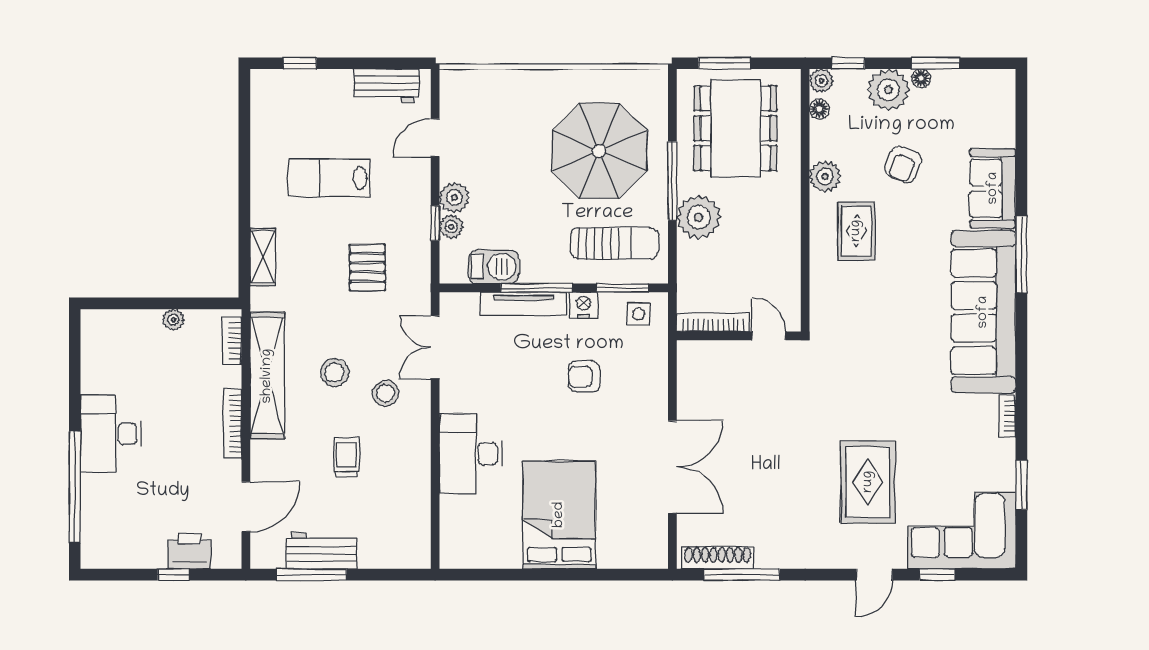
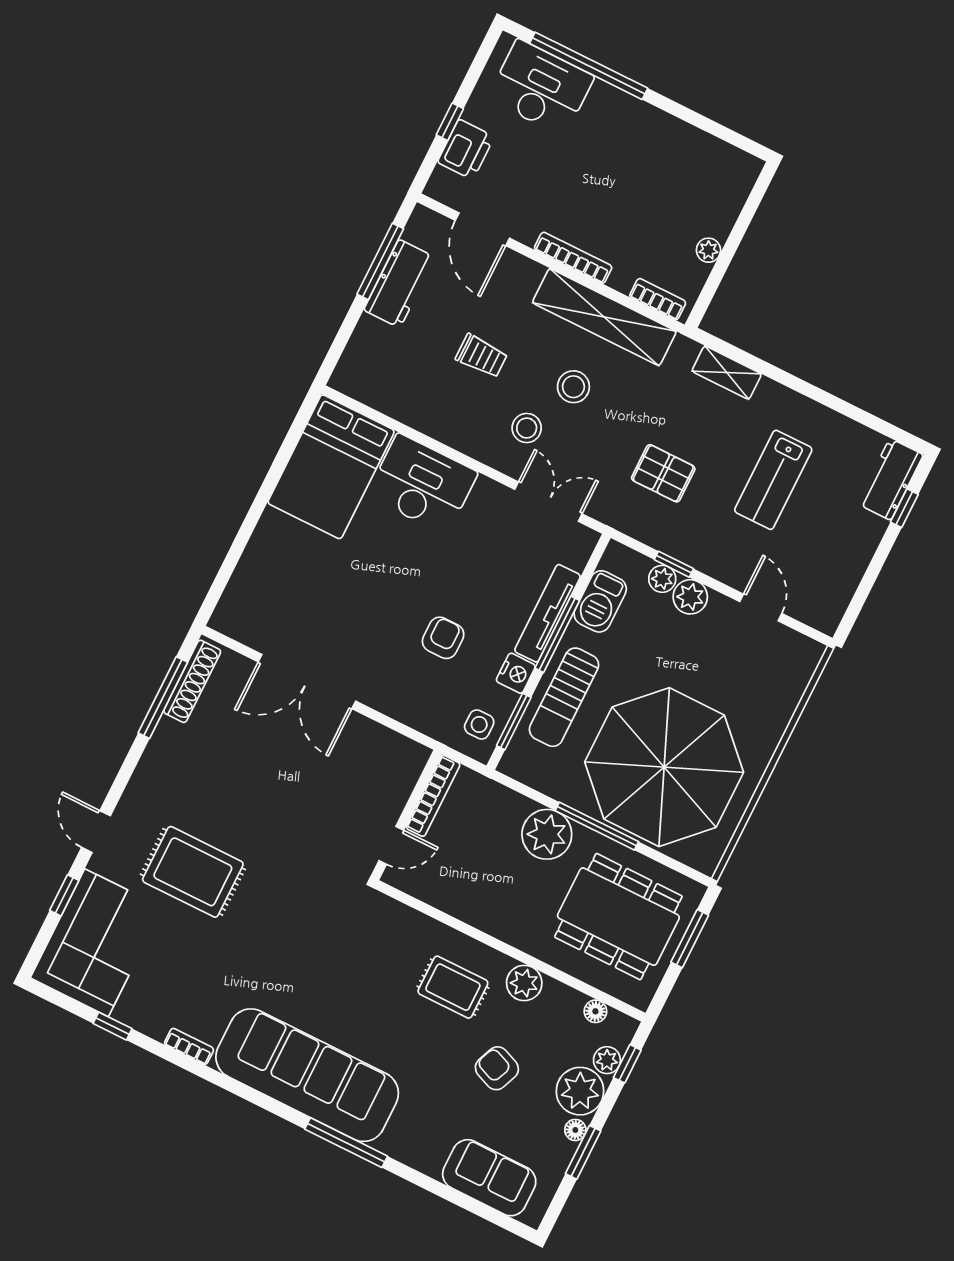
plant: (821, 81) -> (607, 1060), moved
workbench: (387, 86) -> (890, 479), moved
parasol: (599, 151) -> (664, 767), width x1.36, depth x1.36
lab bench: (329, 178) -> (773, 480), turned 180
sofa: (993, 188) -> (489, 1178), moved
sun lounger: (614, 243) -> (564, 697), moved
desk: (111, 434) -> (541, 88), moved
window: (1021, 485) -> (112, 1026), width x0.67
bed: (559, 515) -> (331, 467), moved, turned 90

